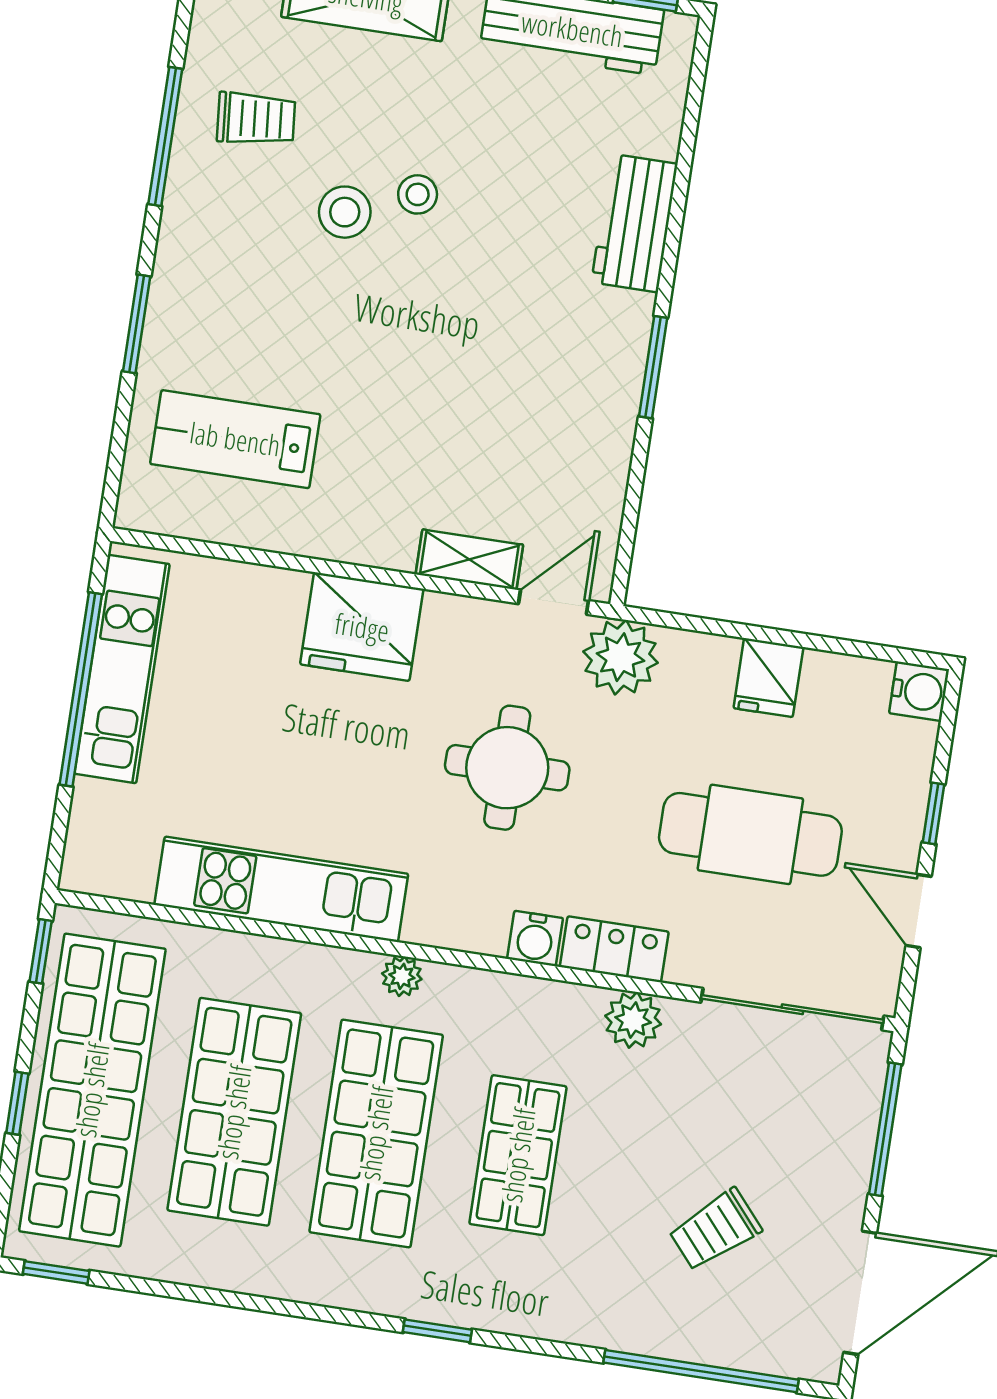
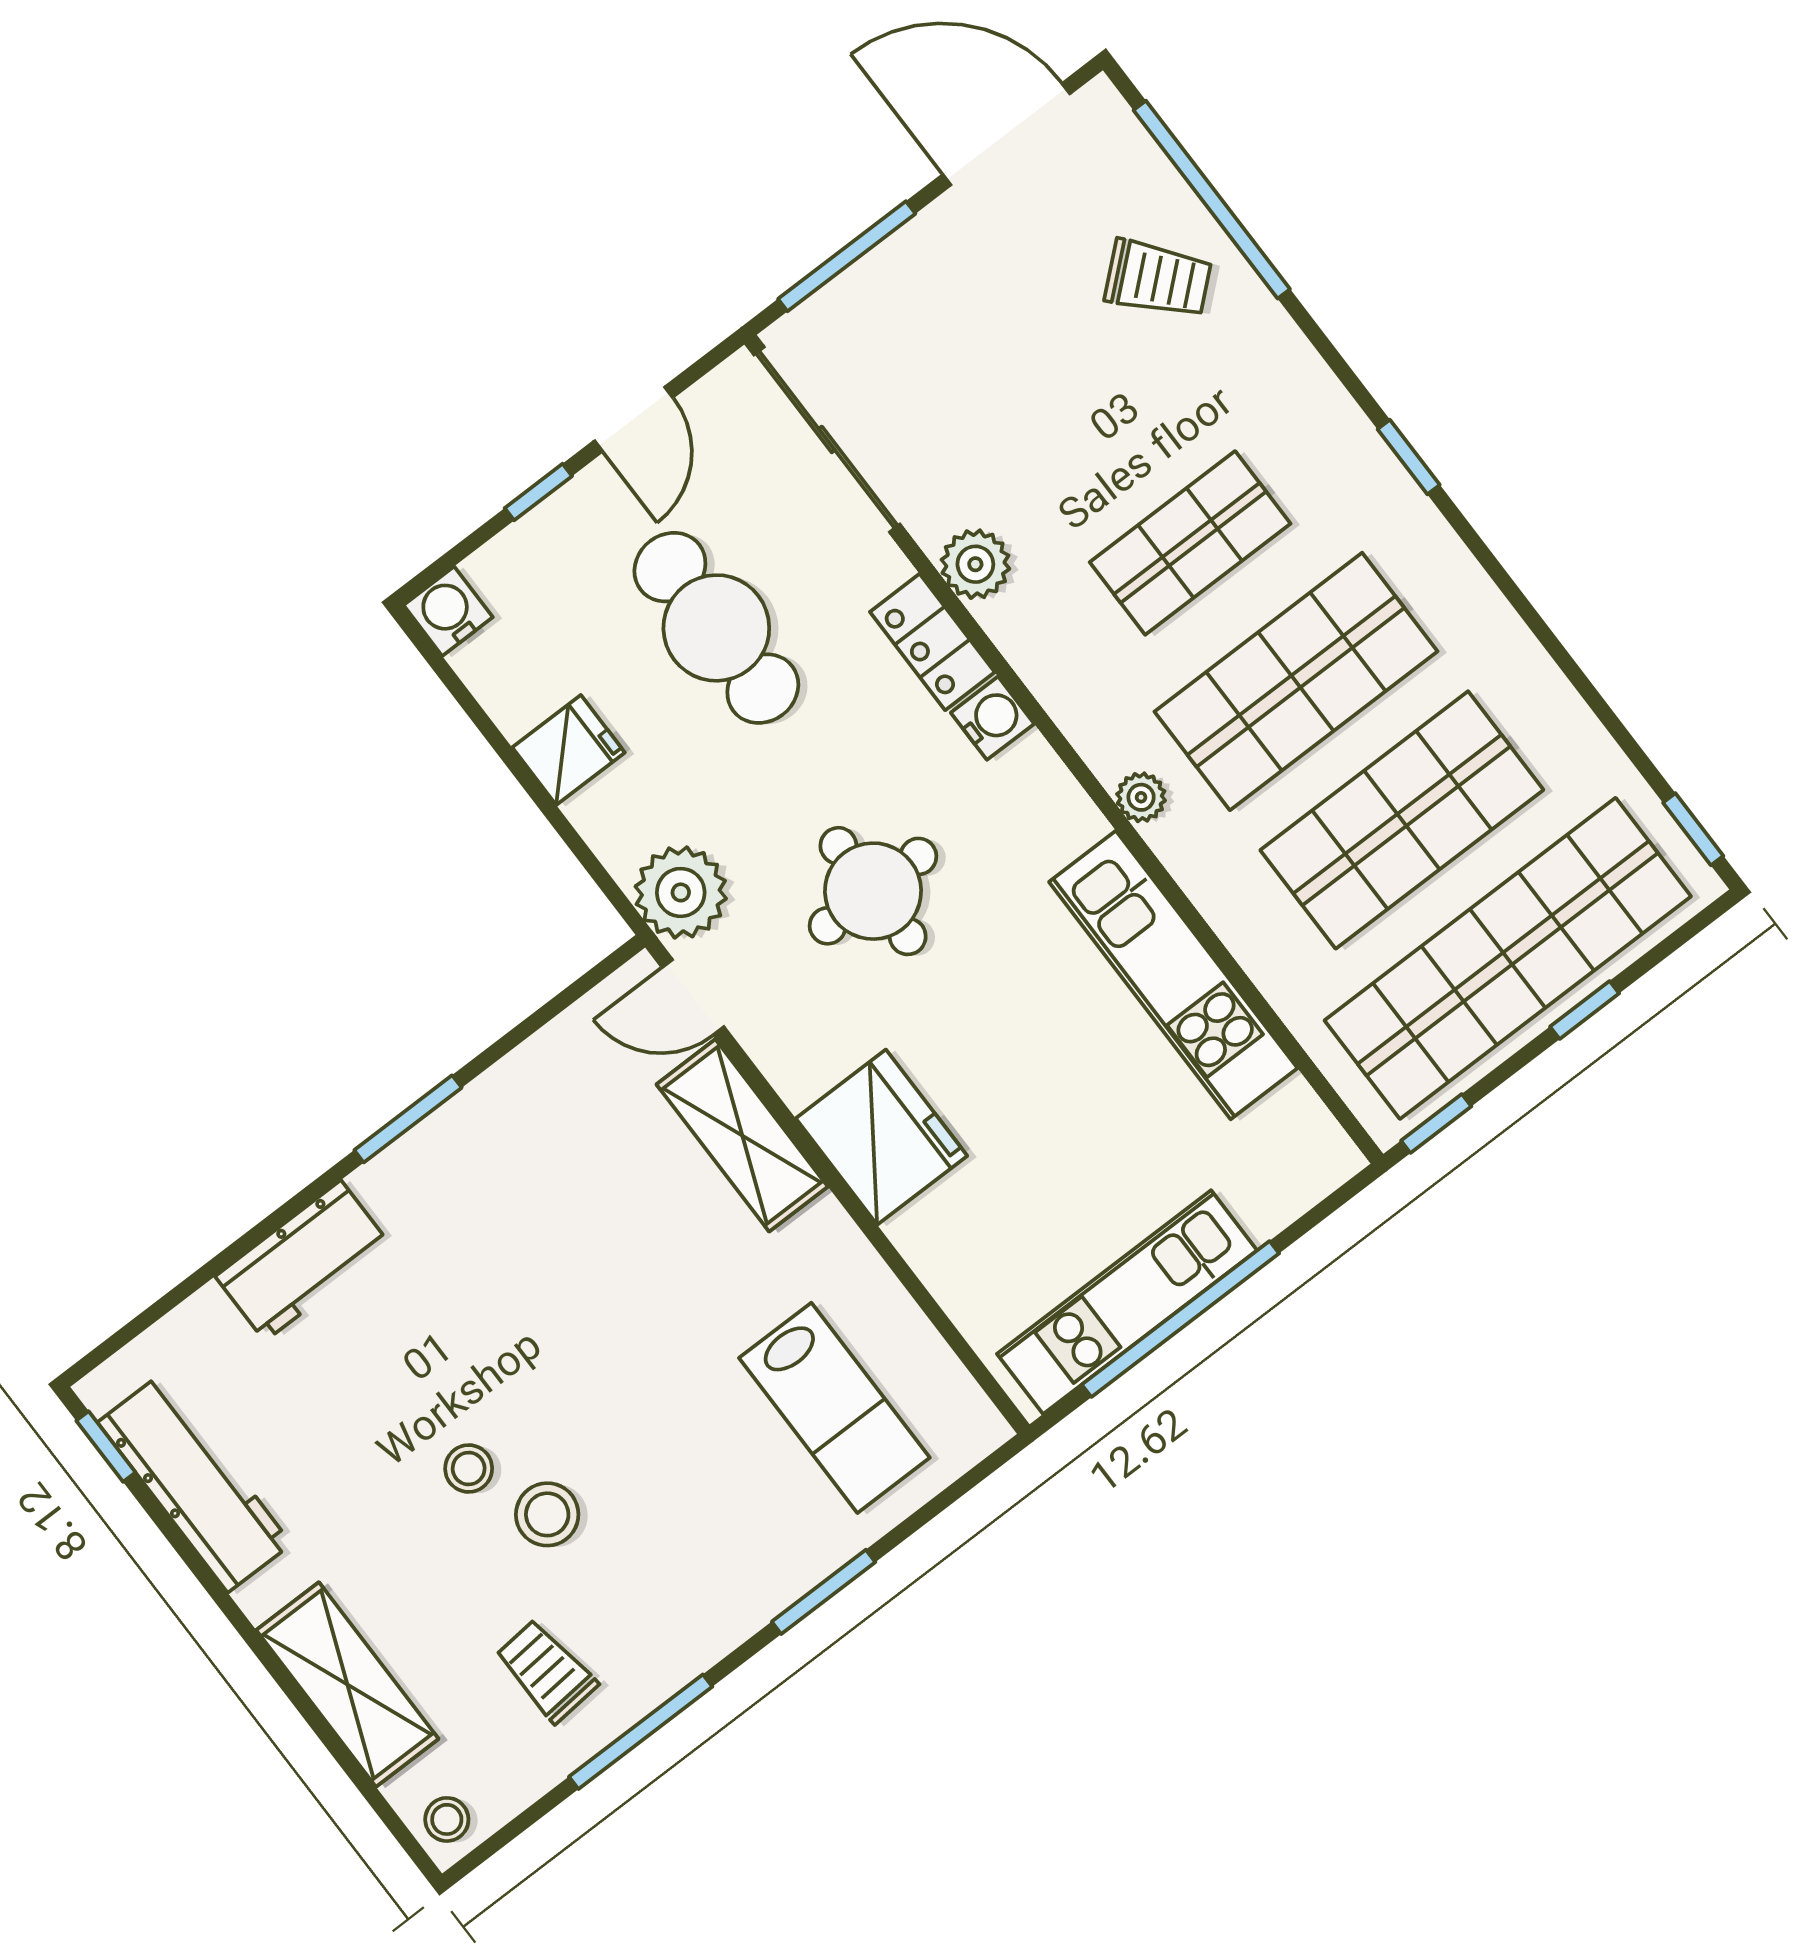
shelving: (469, 560) -> (742, 1135), width x1.50, depth x1.33
trolley: (715, 1230) -> (1158, 279), moved

